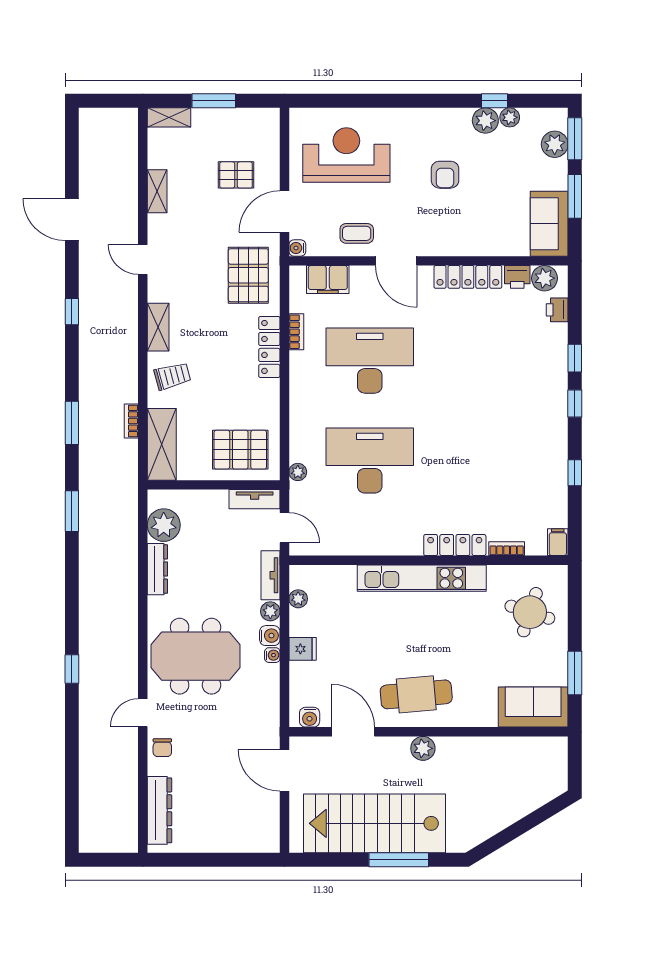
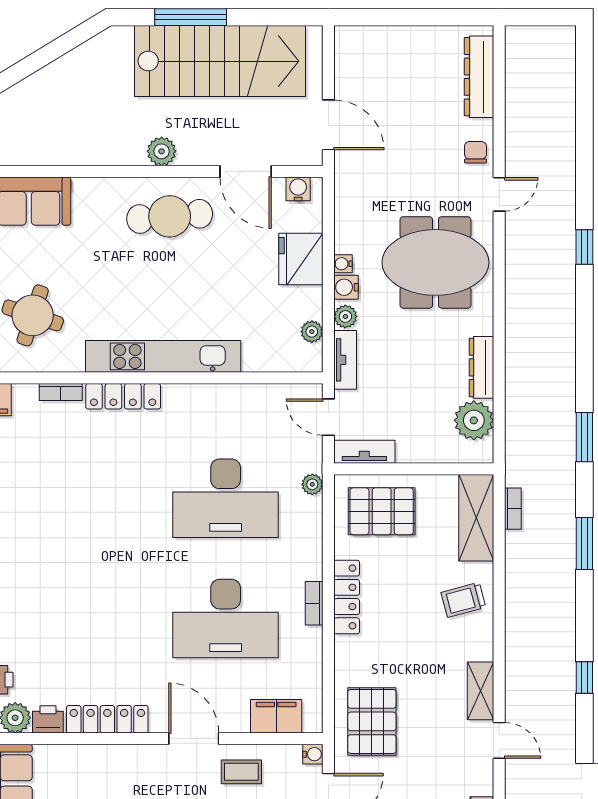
shelving: (158, 327) -> (481, 691), moved
bookcase: (296, 332) -> (314, 603), moved
locker: (269, 347) -> (347, 597), moved
bookcase: (131, 421) -> (513, 509), moved
fridge: (303, 649) -> (301, 259), width x1.88, depth x1.34

